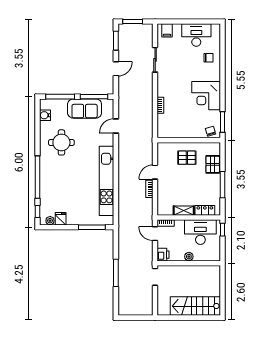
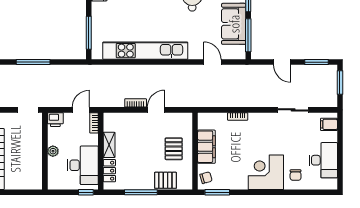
corner desk: (206, 96) -> (266, 172), moved
filing cabinet: (185, 131) -> (206, 147), added
door: (155, 172) -> (156, 110), hinge flipped

